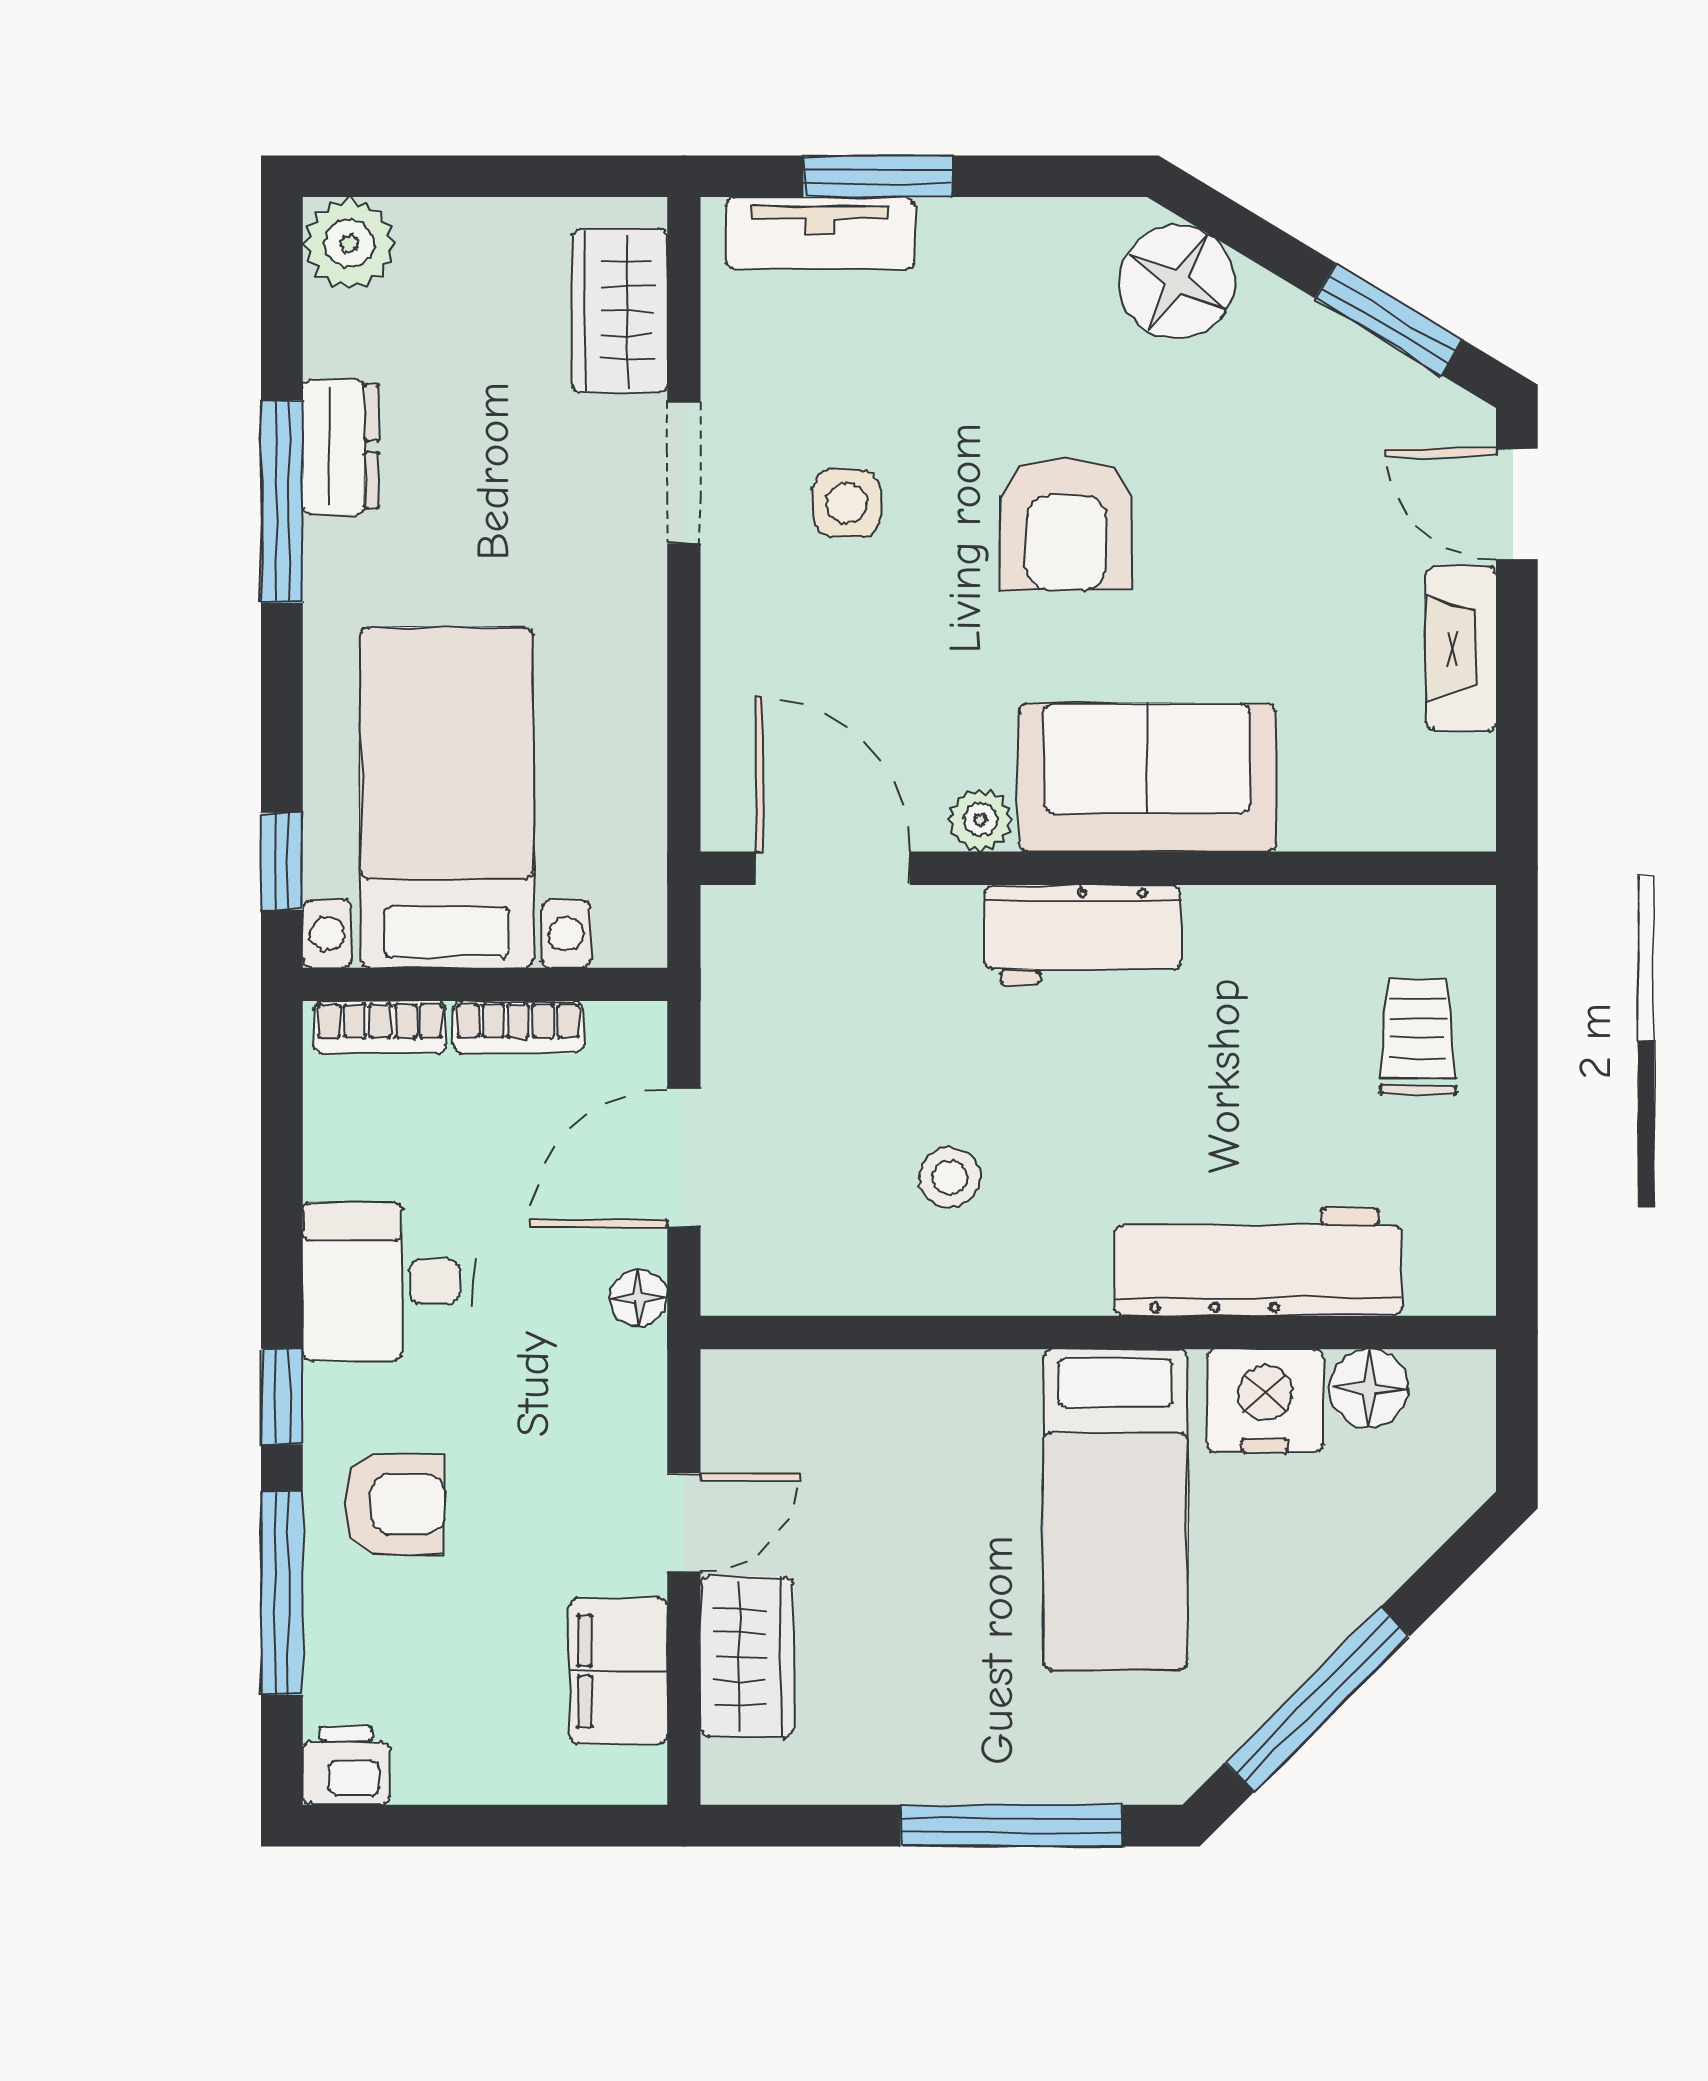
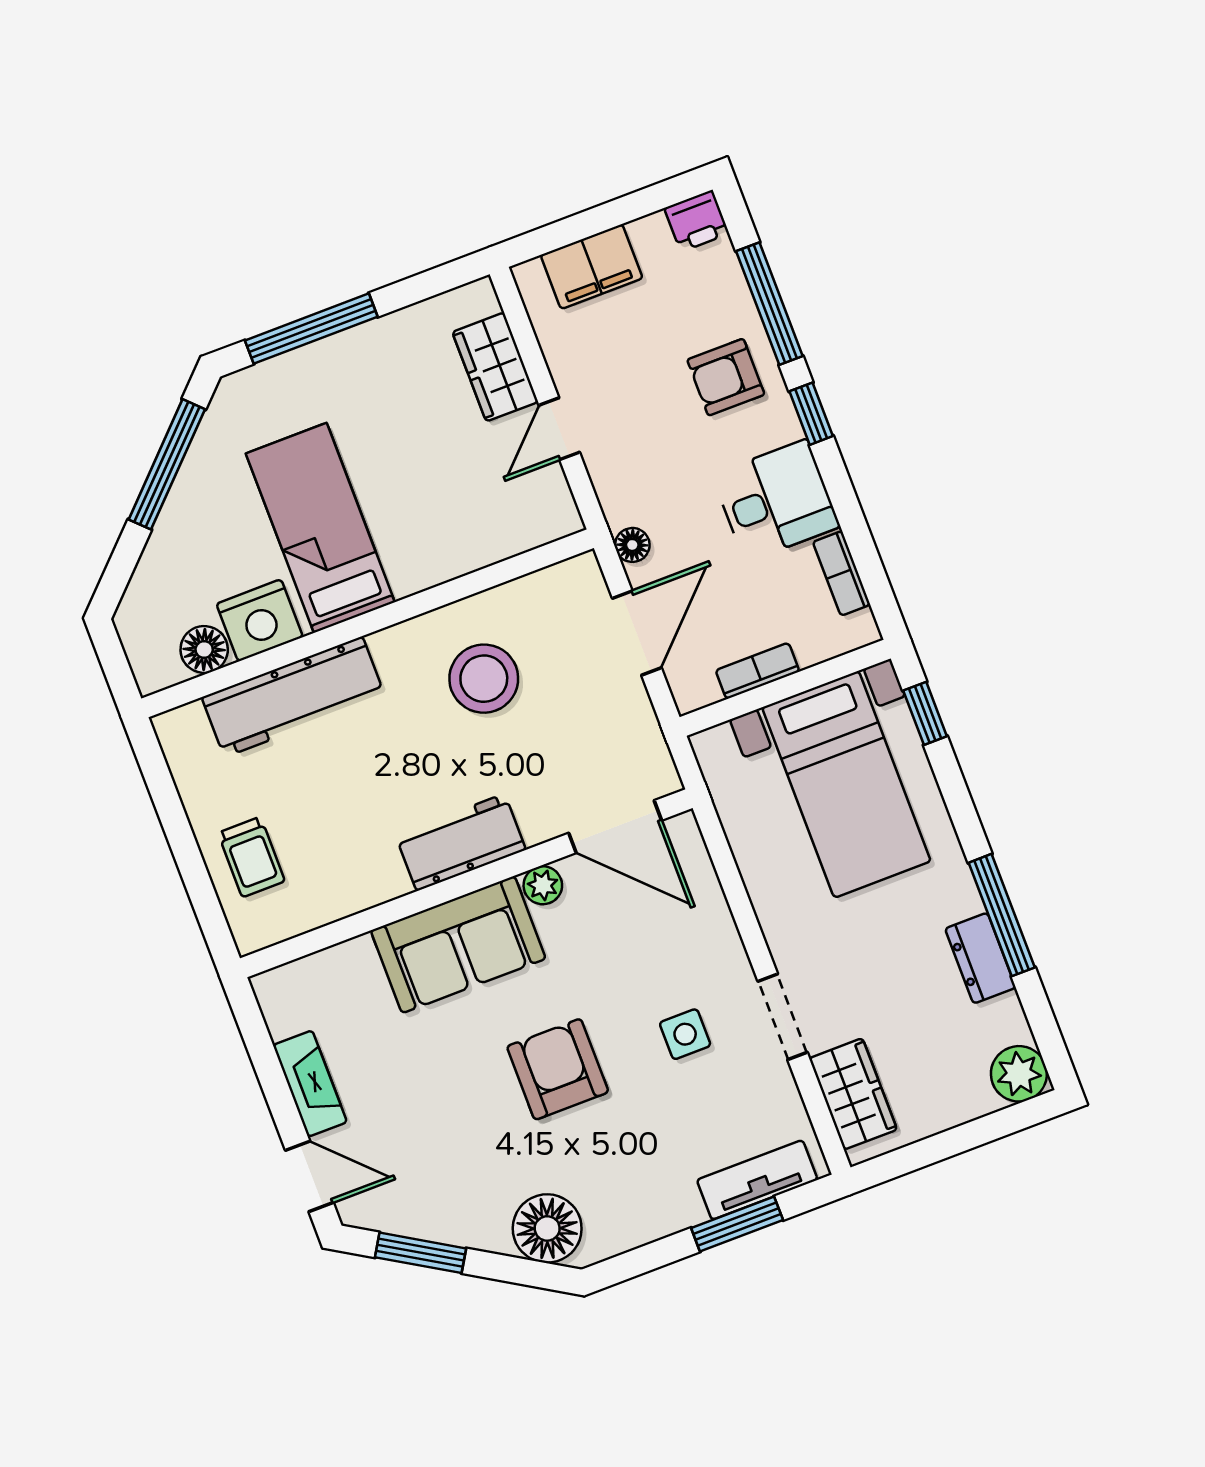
bookcase: (380, 1027) -> (842, 573), moved, turned -90
stool: (950, 1177) -> (484, 679), width x1.89, depth x1.89
filing cabinet: (619, 1671) -> (592, 267), moved, turned 90

